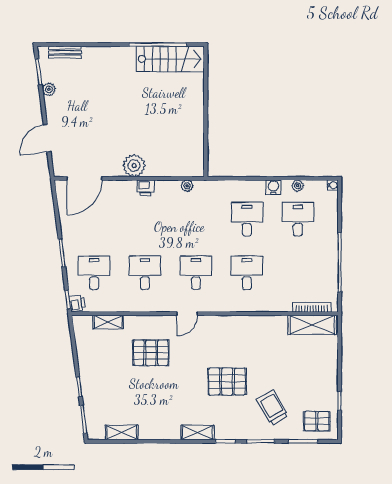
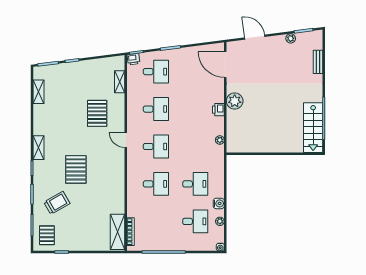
bench: (65, 52) -> (318, 62), moved

